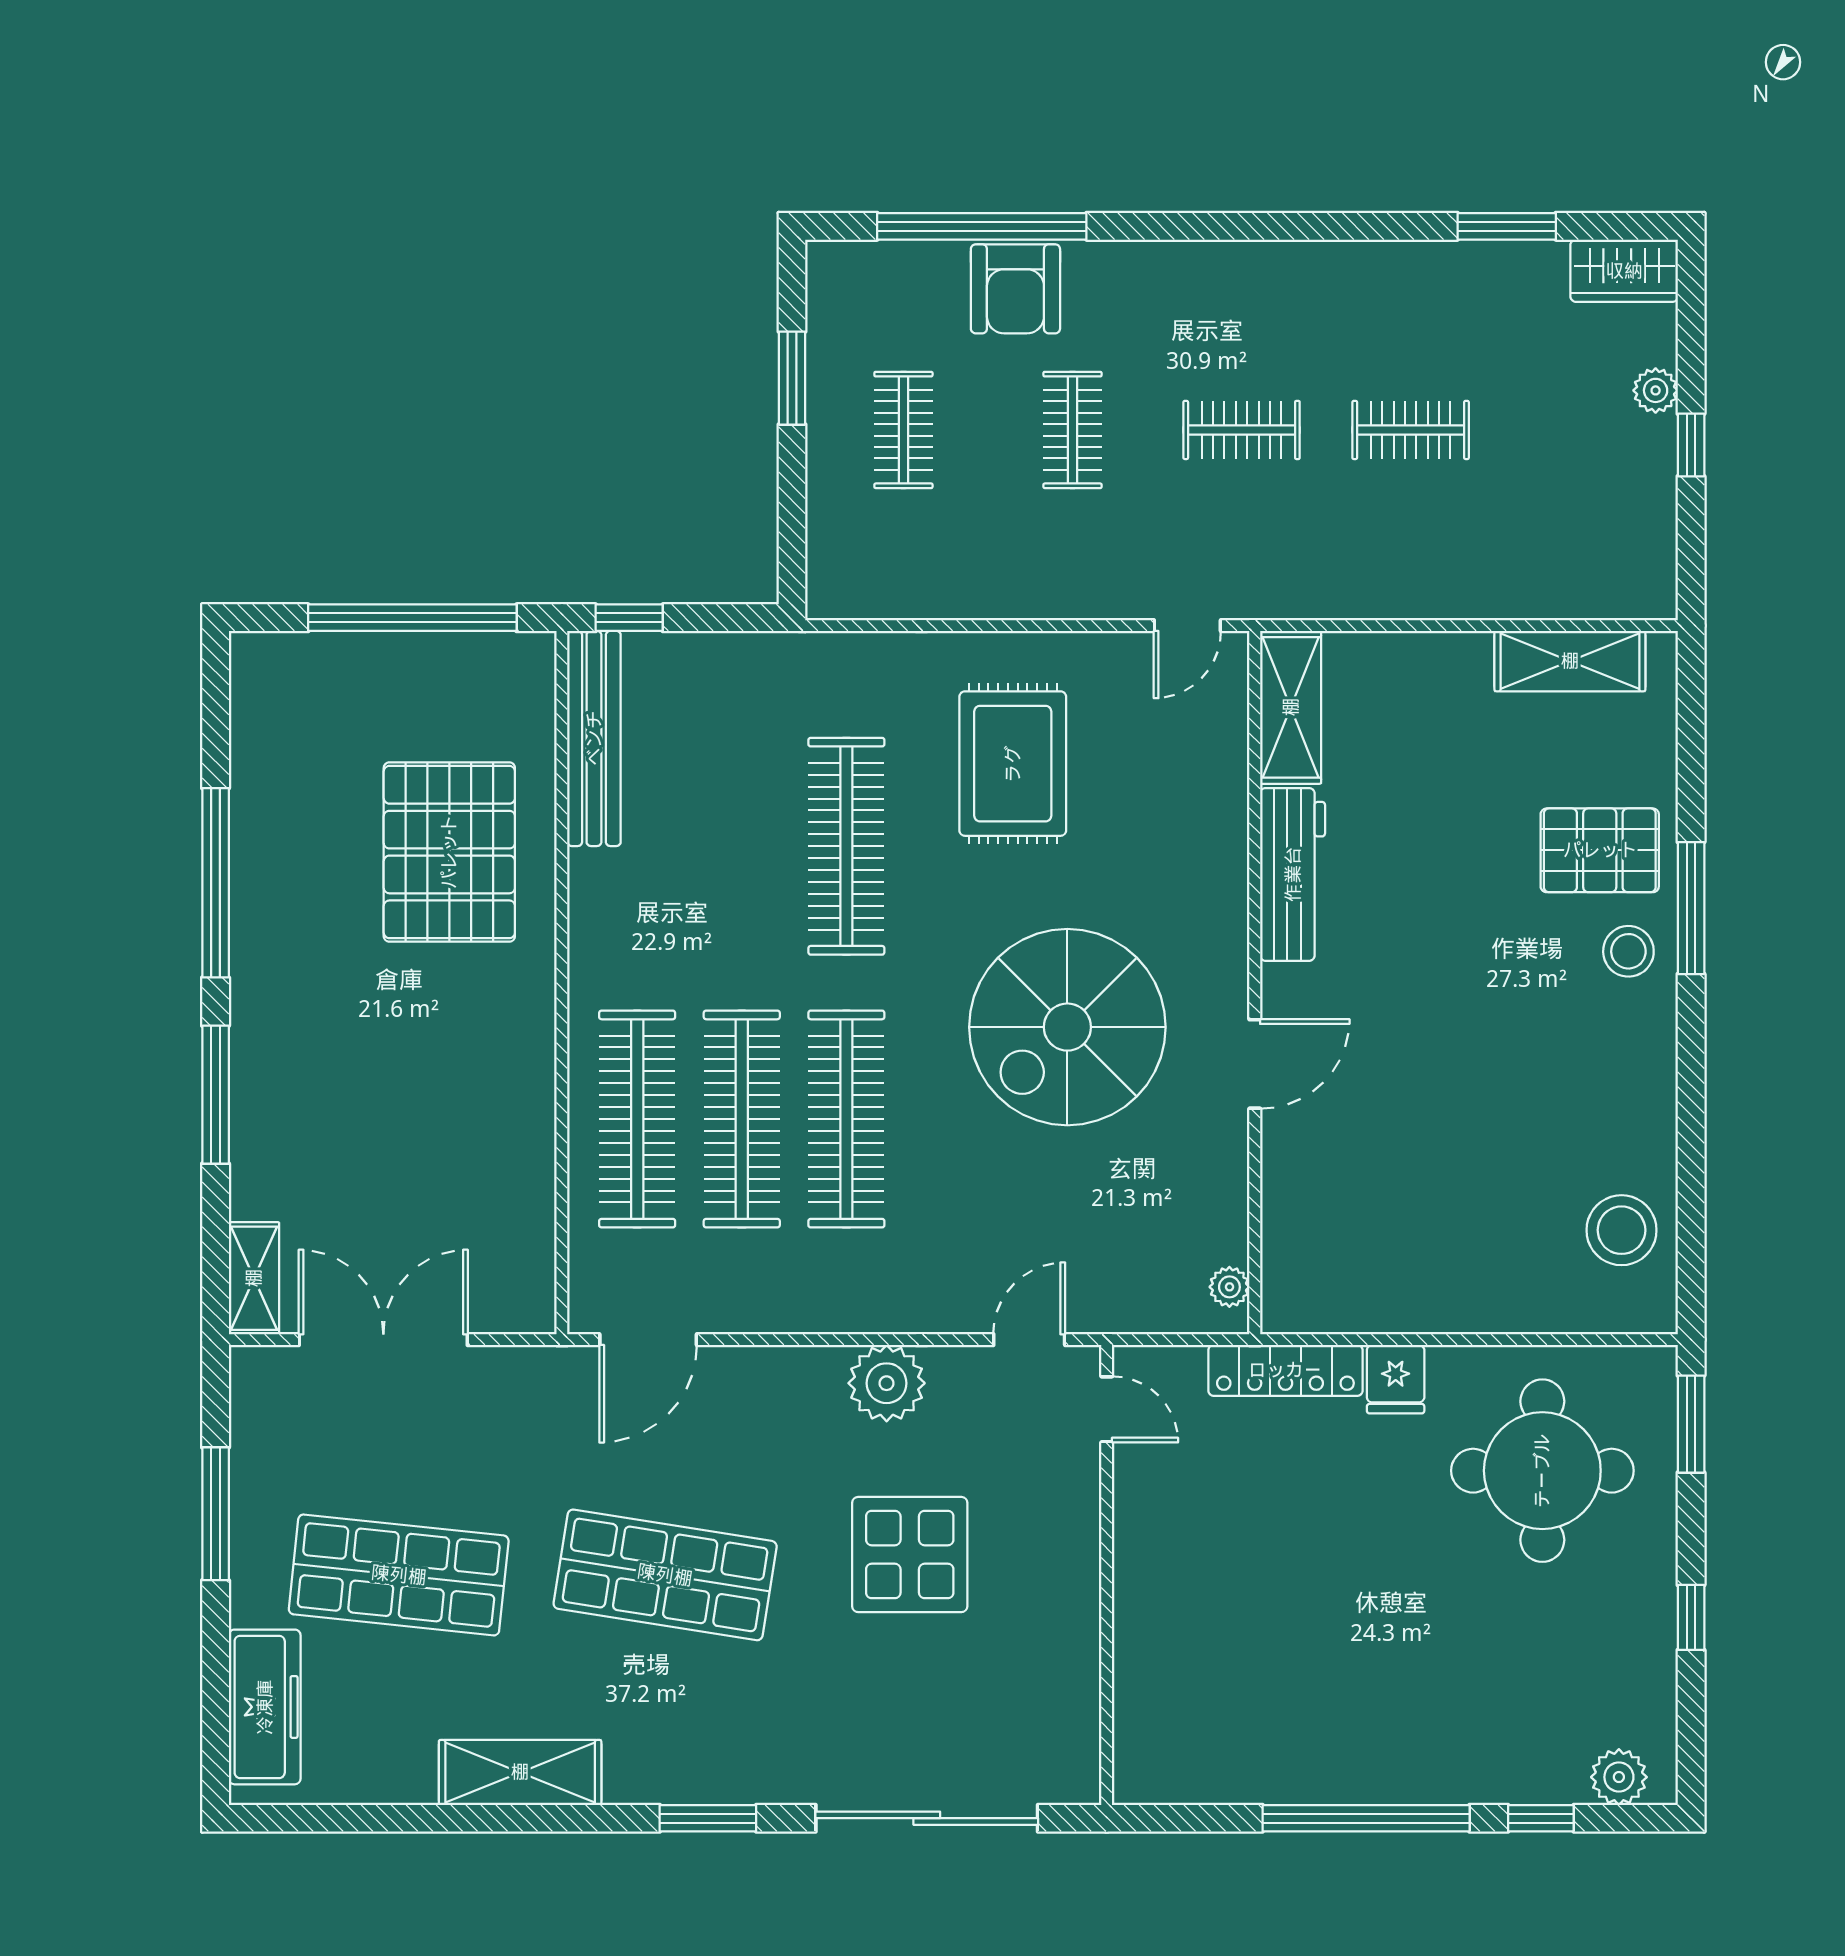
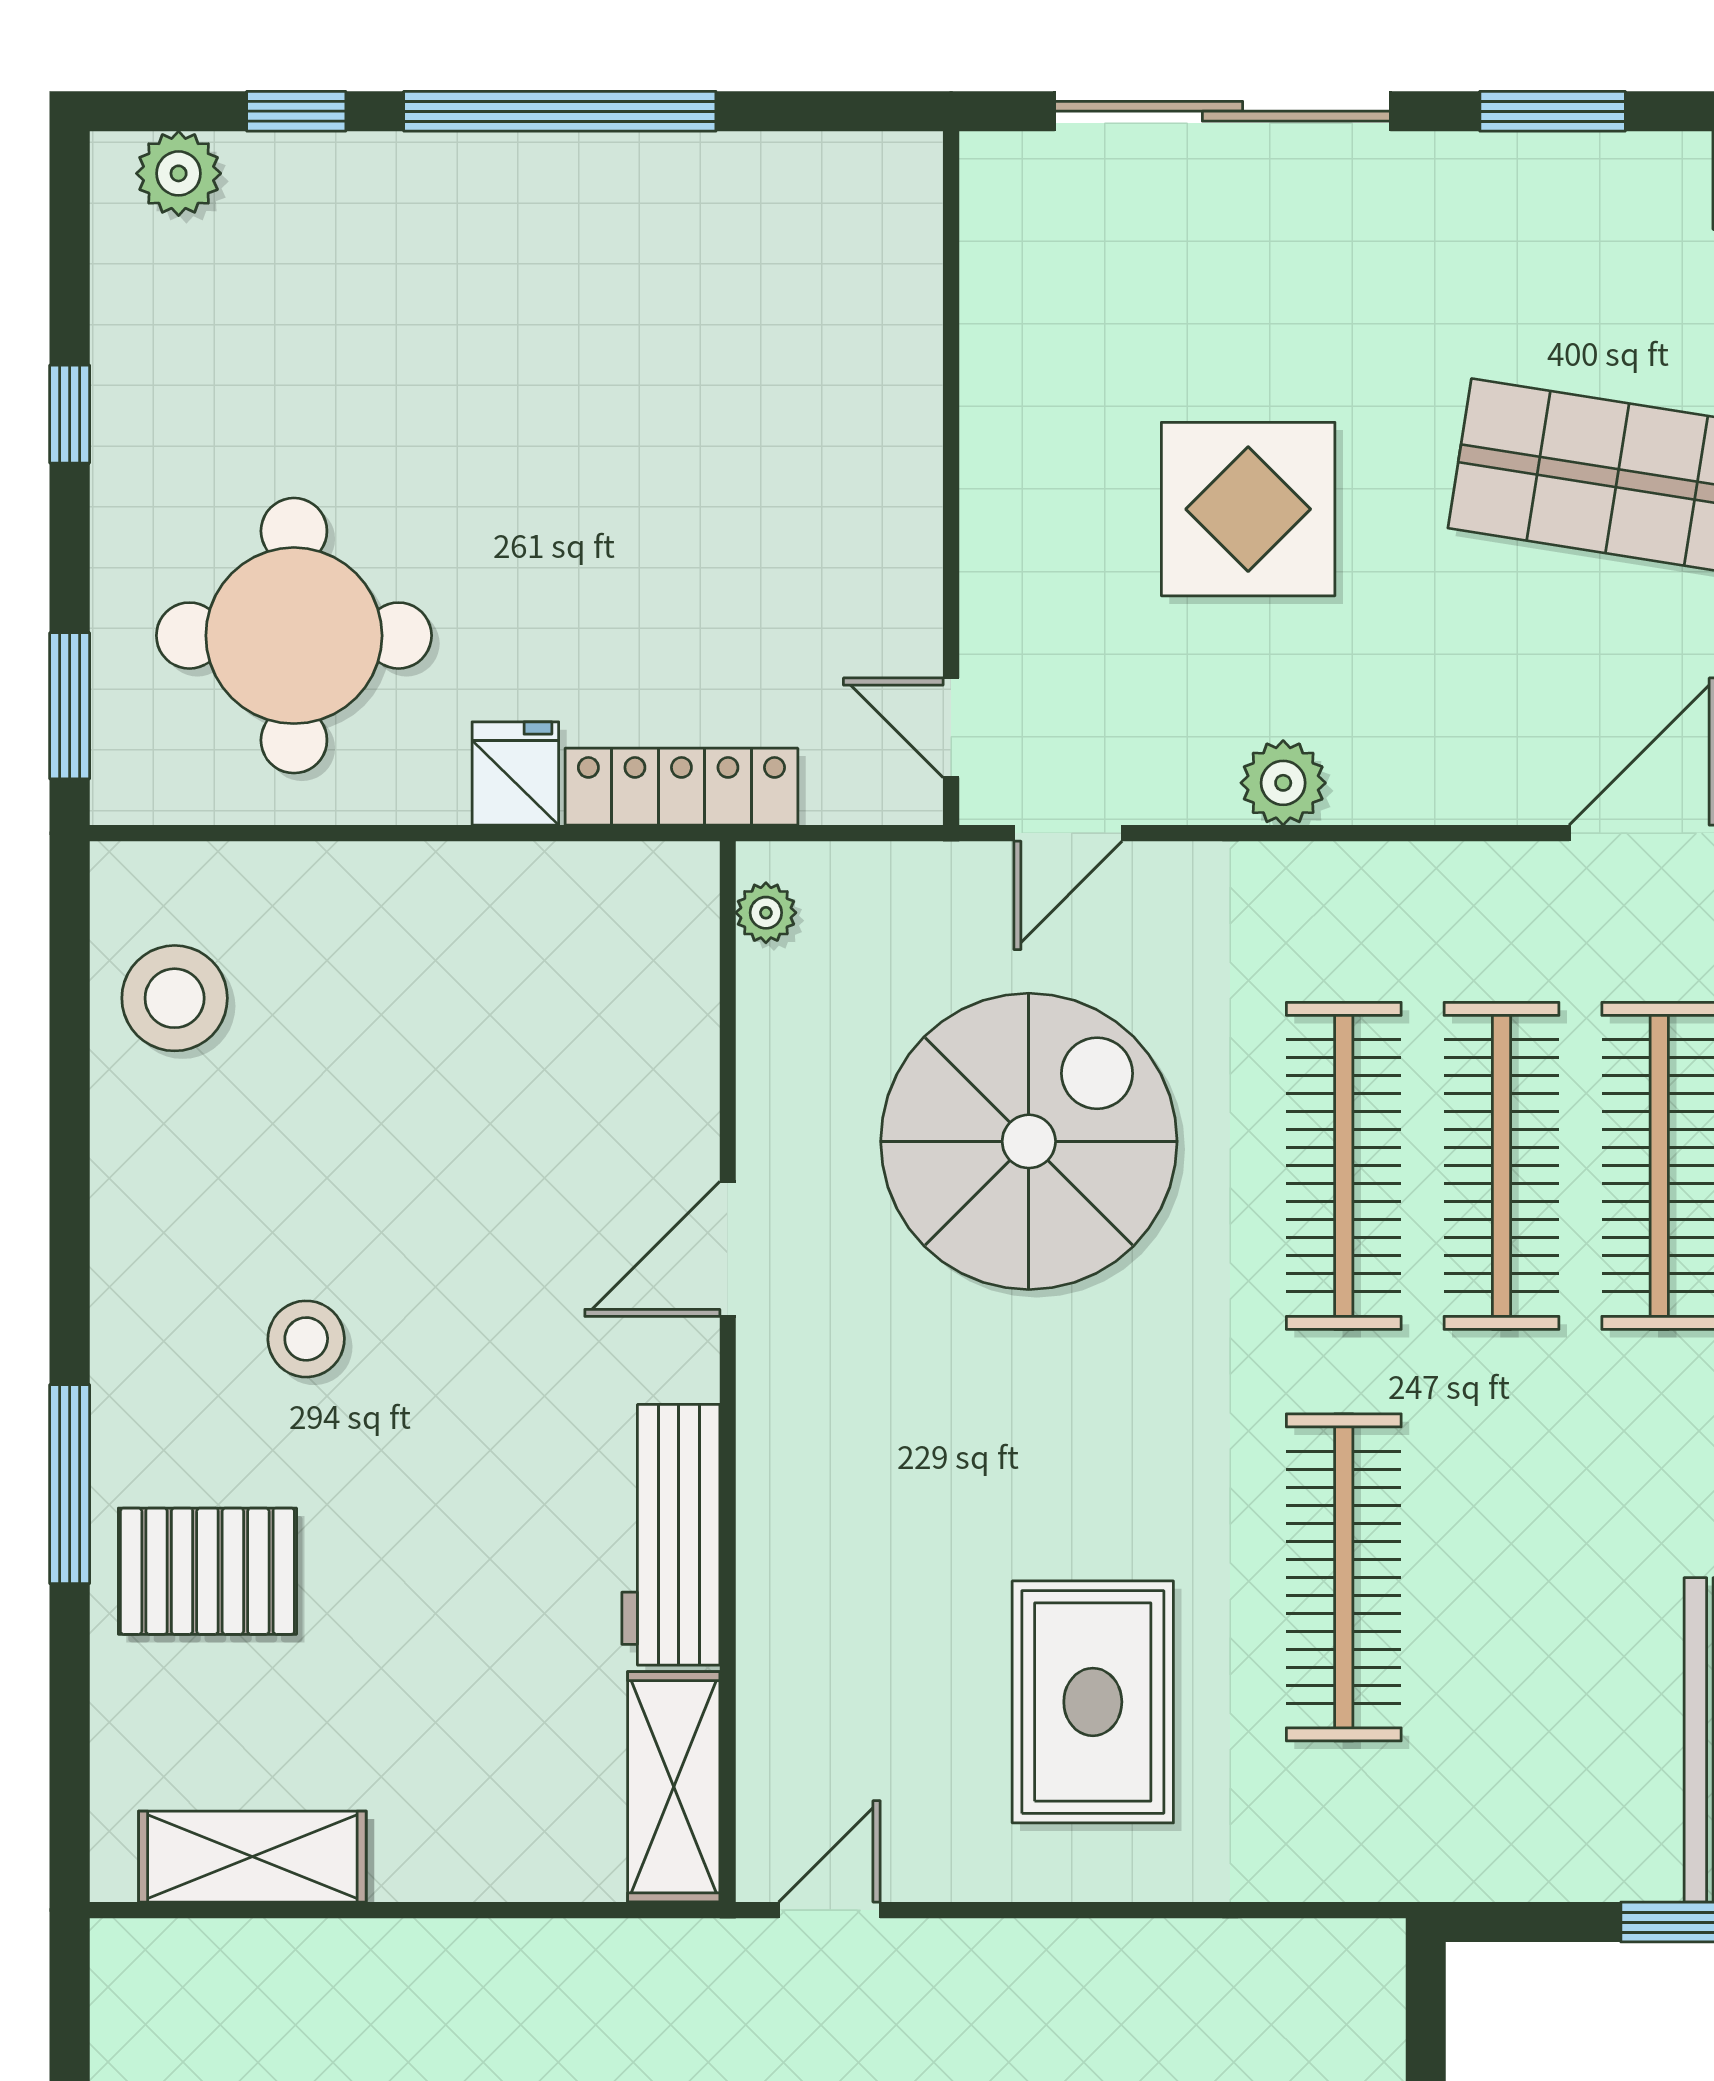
stool: (1628, 951) -> (306, 1339), moved
spiral stairs: (1067, 1027) -> (1029, 1141), moved
plant: (887, 1383) -> (1283, 783), width x0.73, depth x0.73

